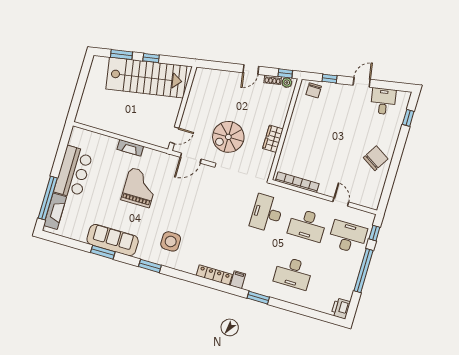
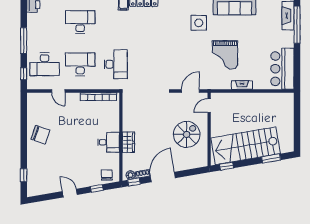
window: (151, 58) -> (227, 166), moved
door: (251, 69) -> (163, 177), width x1.88
door: (362, 82) -> (70, 193), swing flipped
desk: (383, 101) -> (109, 142), moved, turned -80
spiral stairs: (228, 137) -> (187, 134), moved
wardrobe: (273, 139) -> (128, 142), moved
chair: (376, 158) -> (40, 135), turned -103
bar counter: (73, 172) -> (282, 69), moved
side table: (171, 241) -> (199, 23), moved
window: (363, 271) -> (24, 41), width x0.68

